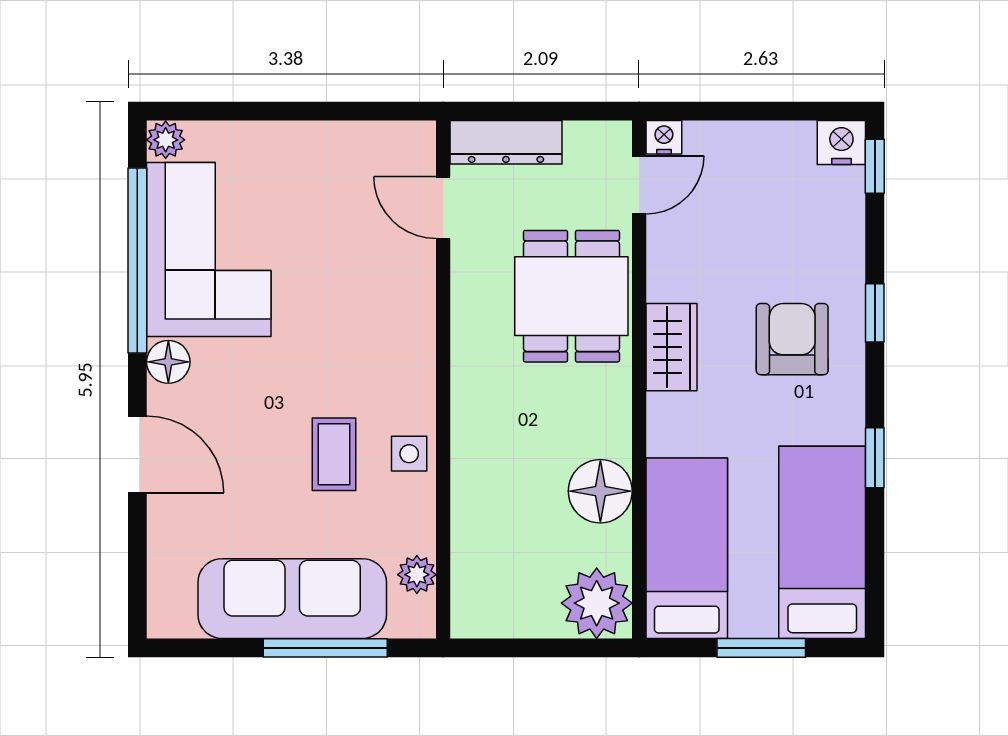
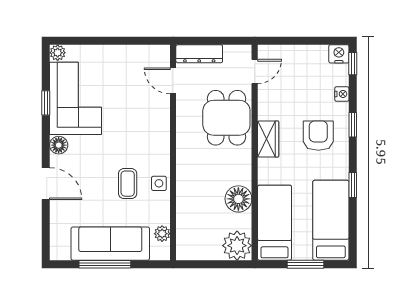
nightstand: (664, 137) -> (342, 94), moved, turned 90
window: (137, 261) -> (46, 103), width x0.32
window: (325, 648) -> (105, 264), moved

